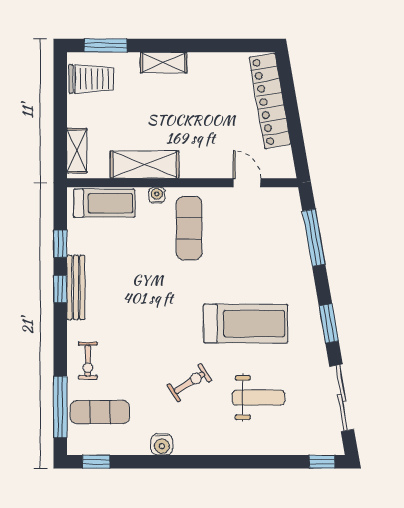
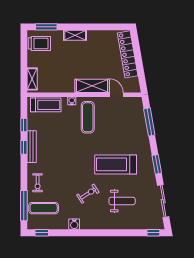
shelving: (145, 165) -> (92, 86), moved
treadmill: (246, 324) -> (116, 164), turned 180

